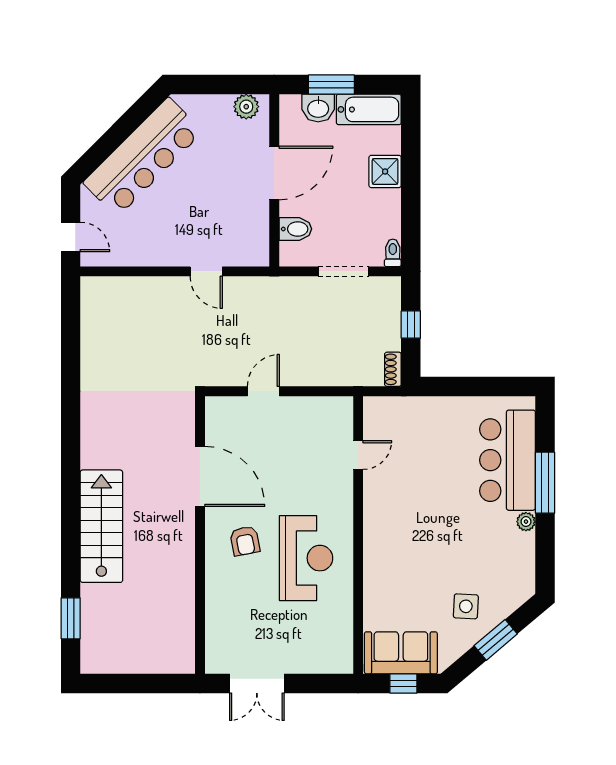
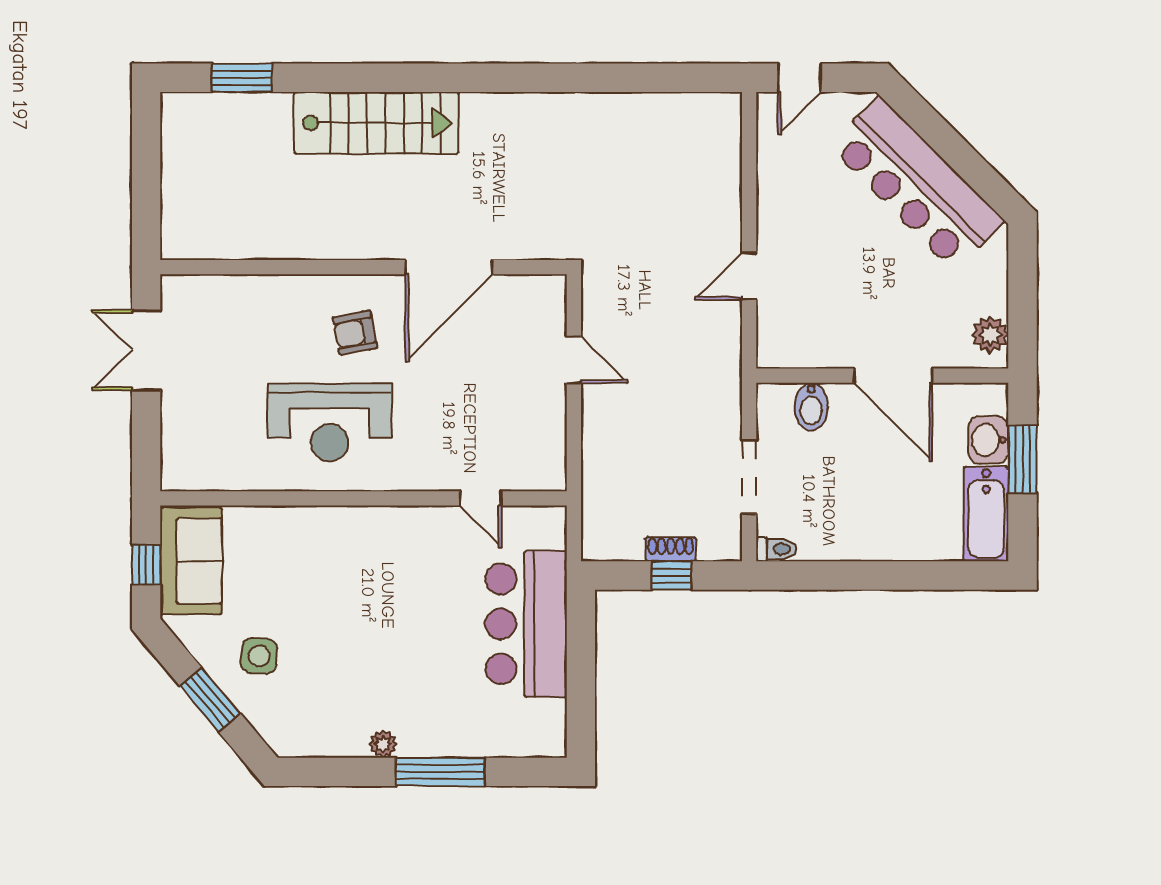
shower: (385, 171) -> (895, 538), removed
shoe rack: (393, 369) -> (671, 549), moved
bar counter: (508, 460) -> (526, 624), moved, turned -90

